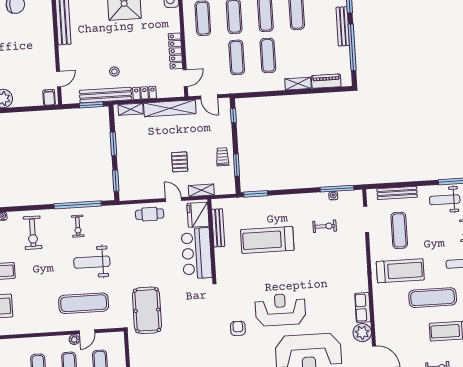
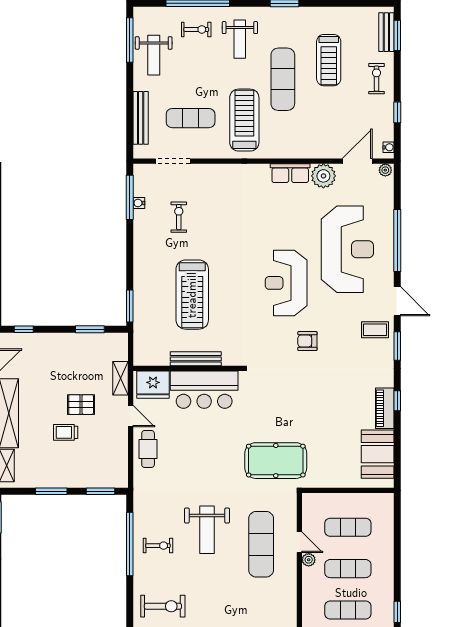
trolley: (222, 157) -> (66, 432), moved
door: (173, 200) -> (131, 416), swing flipped
bench: (218, 228) -> (196, 359), moved

